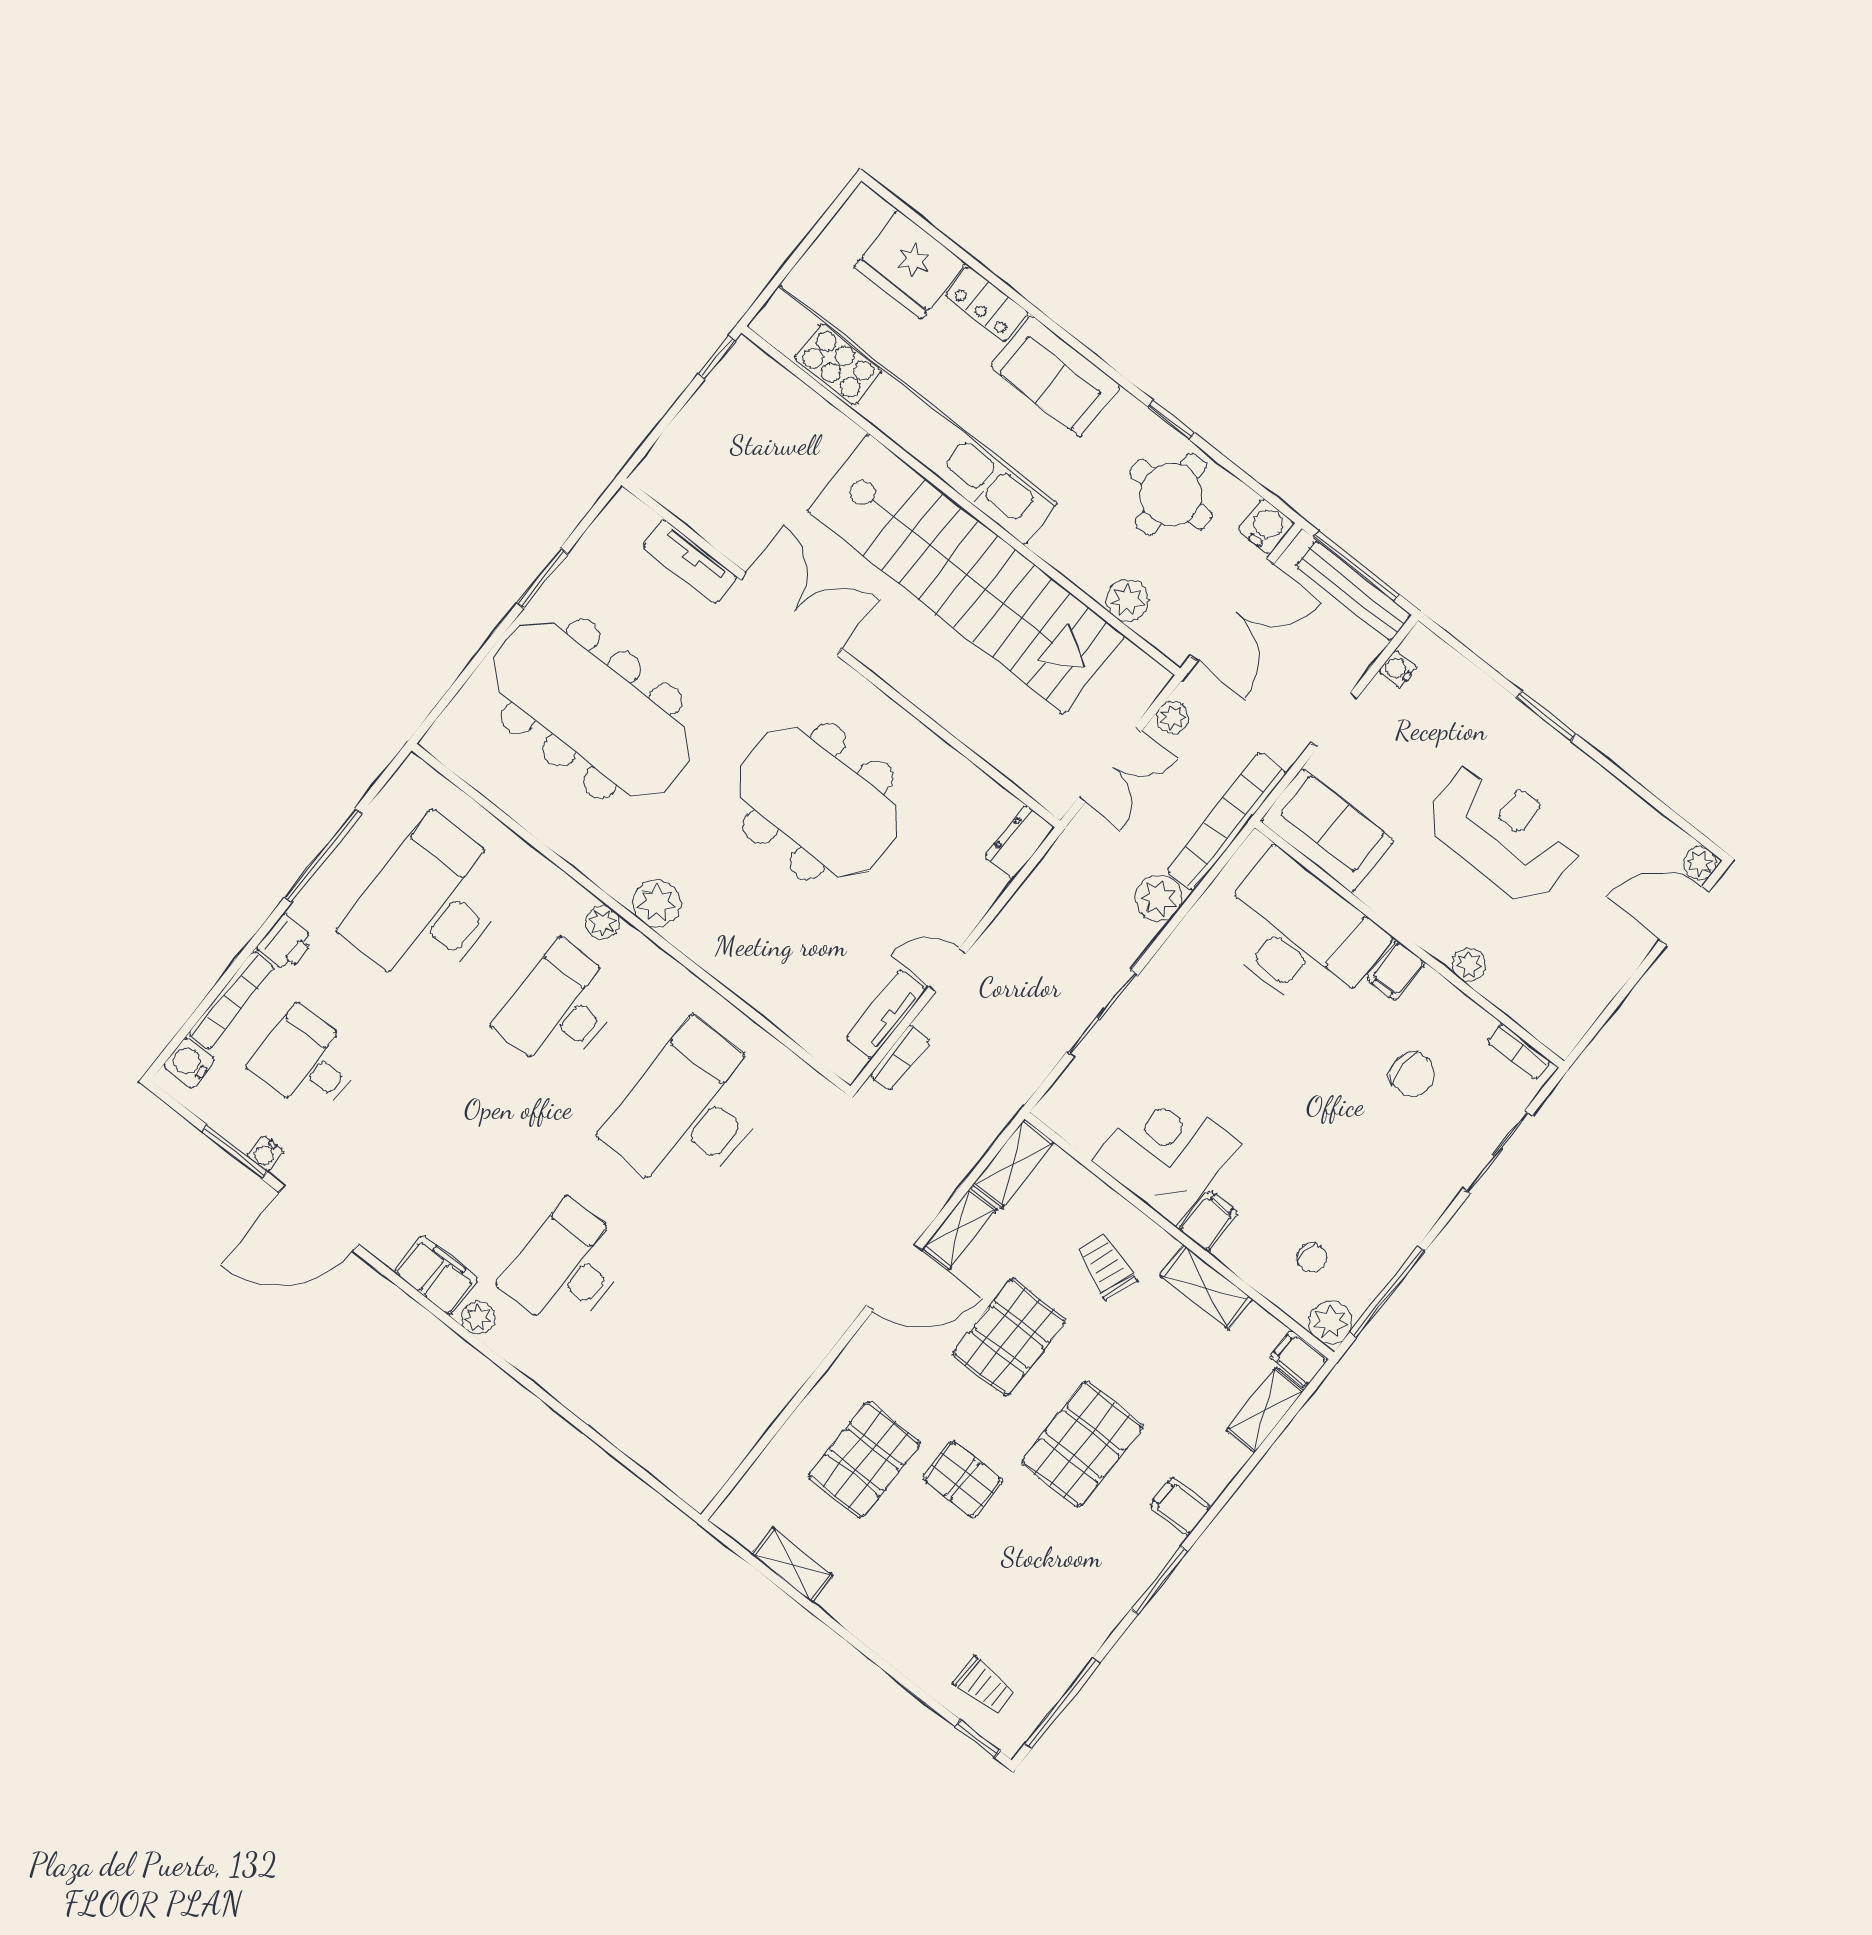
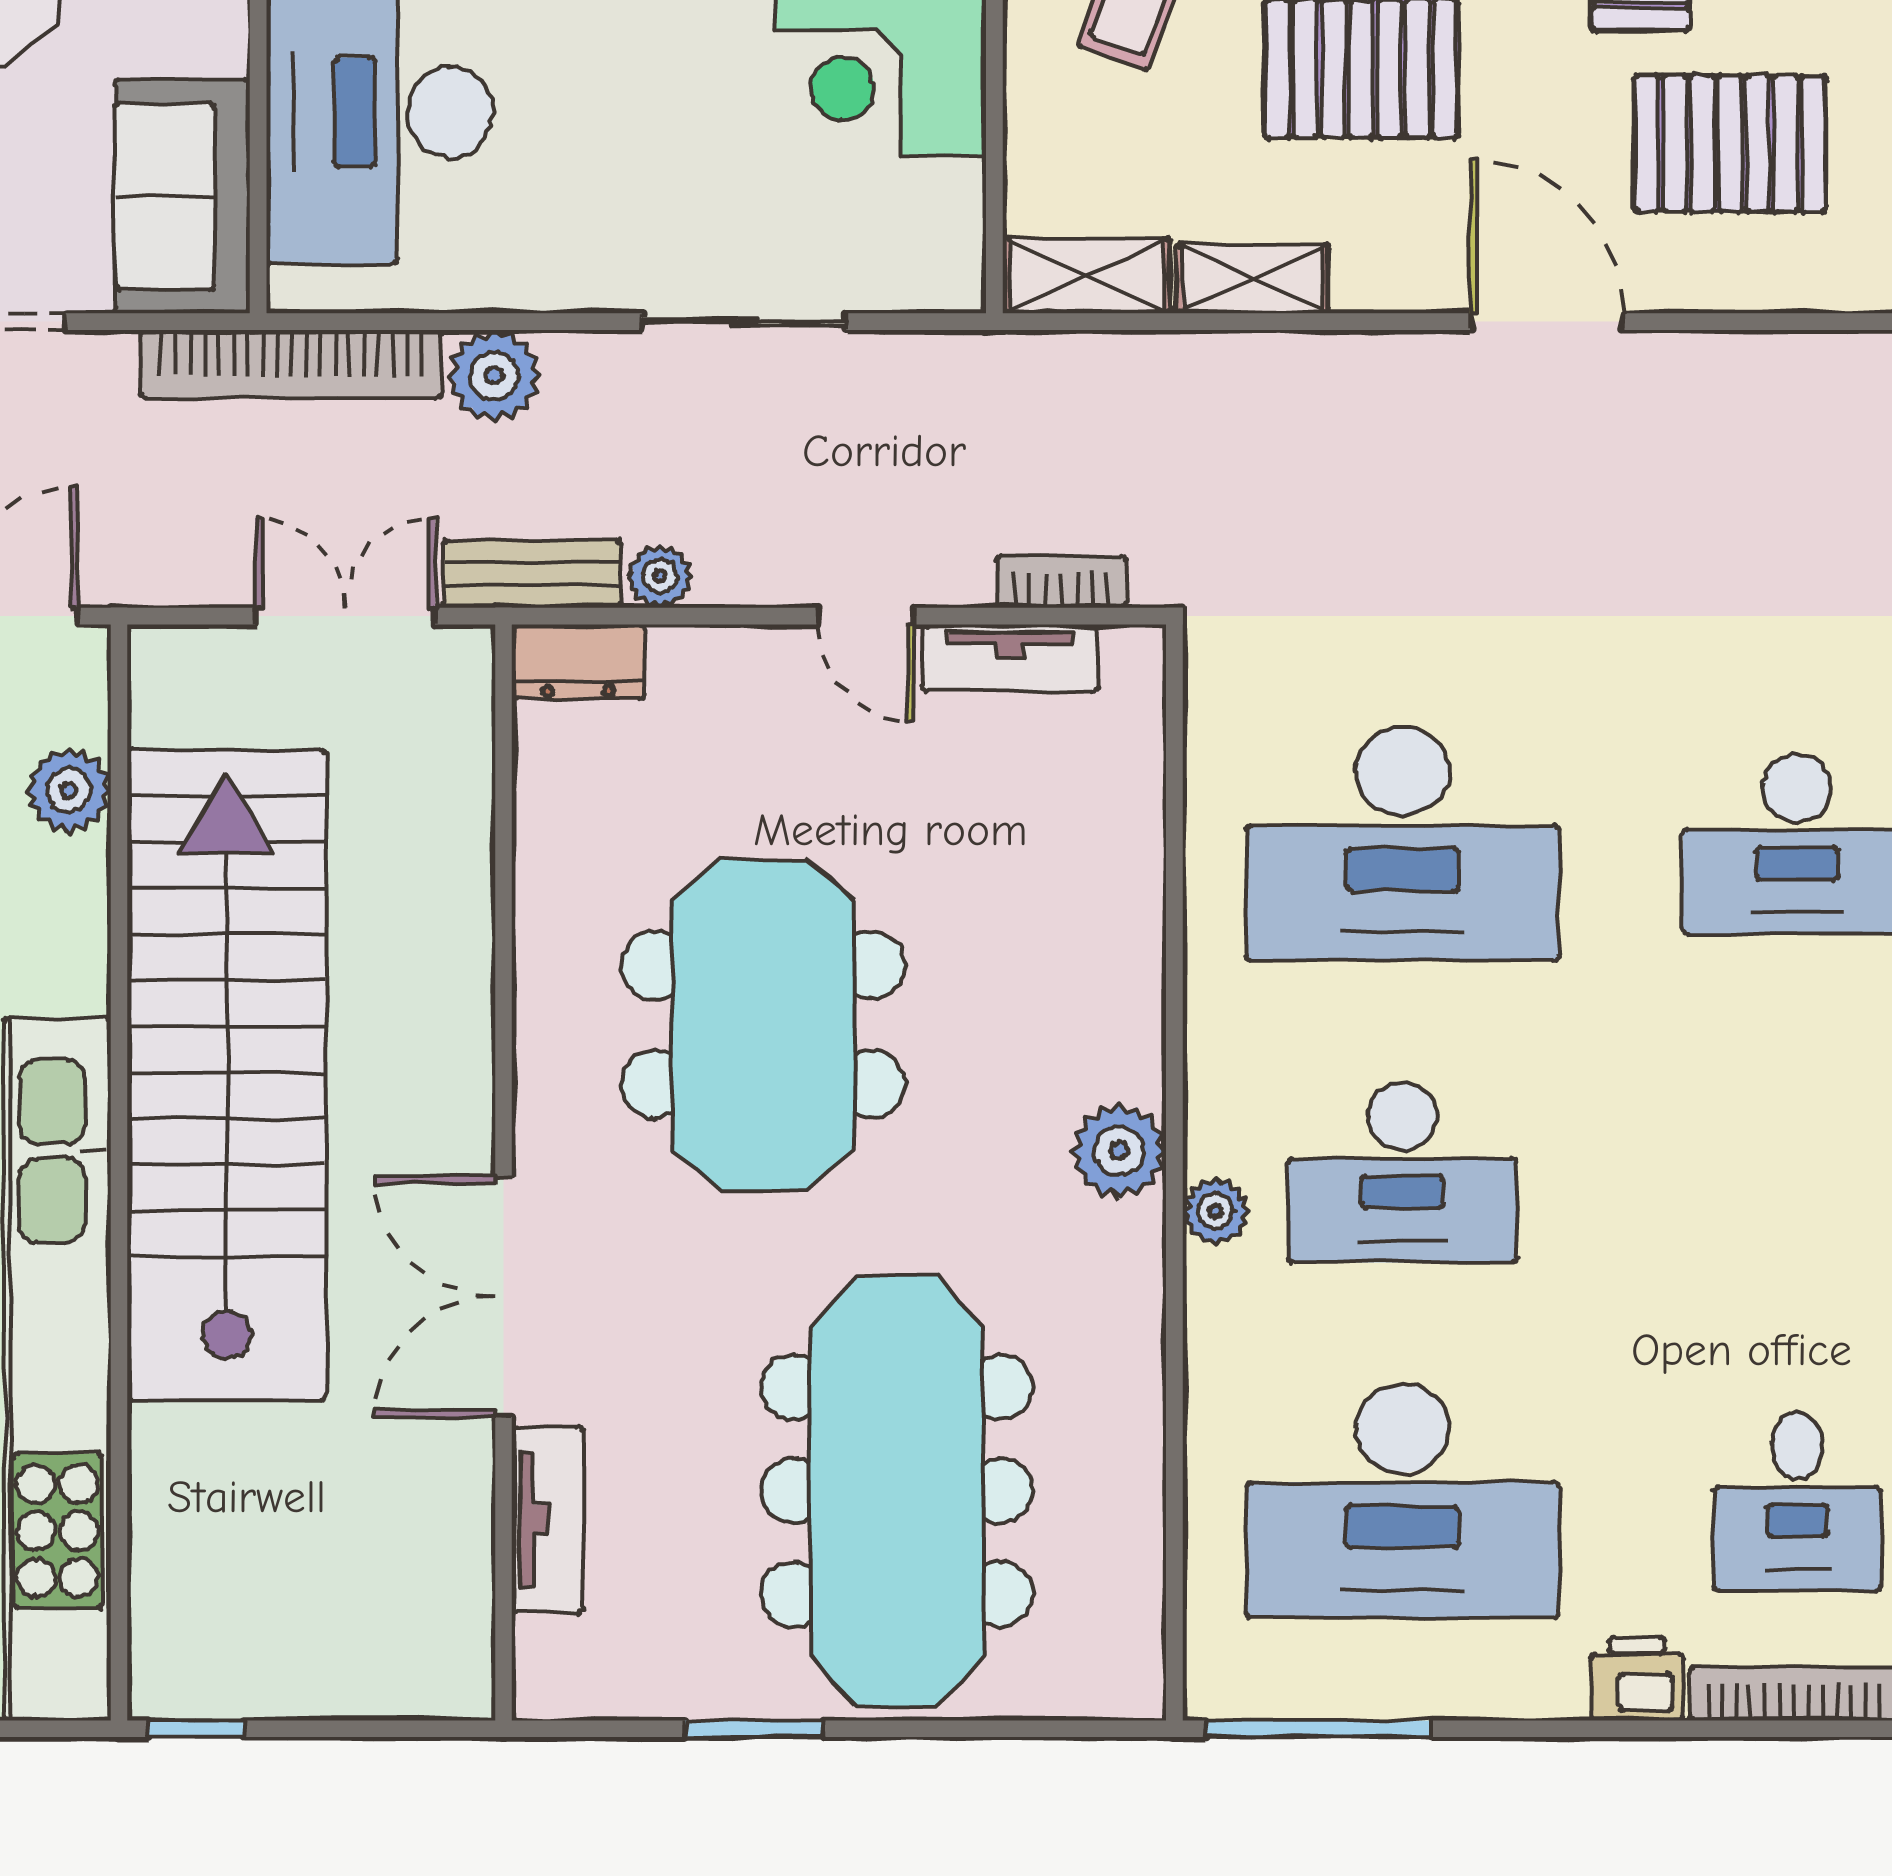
plant: (1173, 717) -> (660, 576), moved
bench: (1068, 851) -> (532, 574), added
window: (323, 855) -> (1318, 1729), moved
door: (894, 1277) -> (1547, 322), moved

